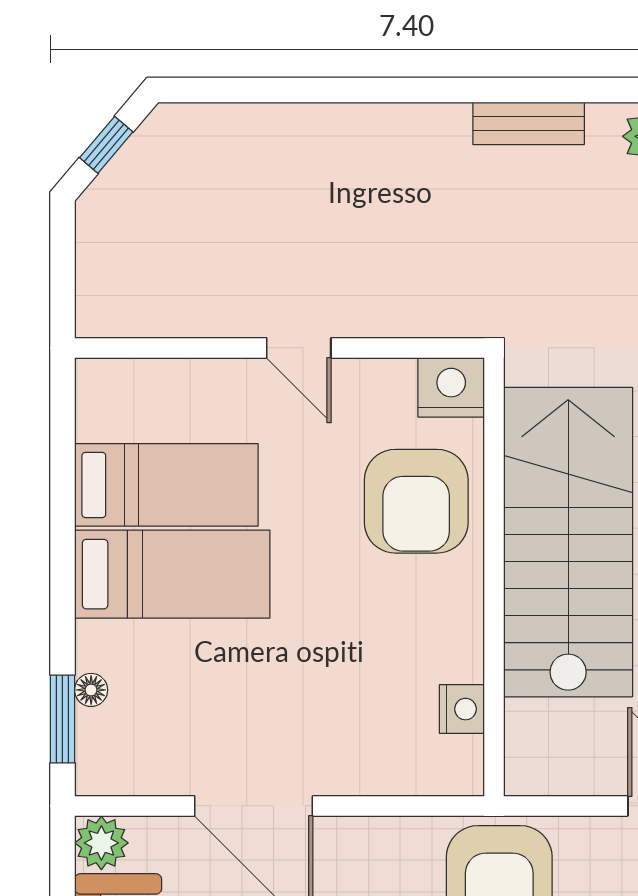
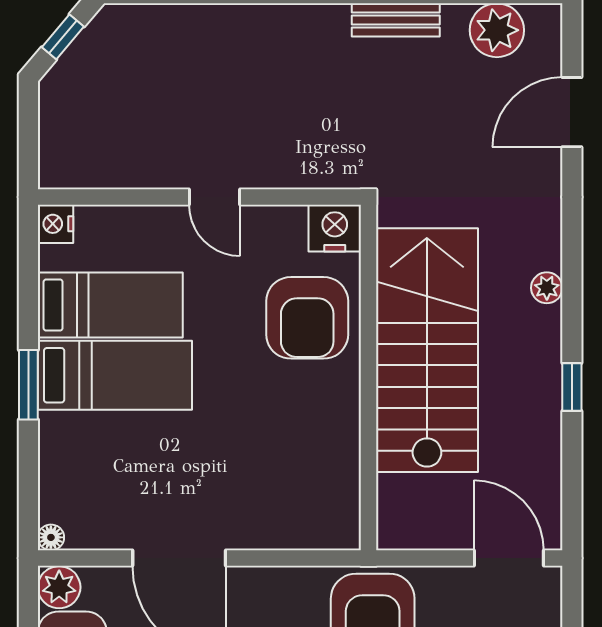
floor lamp: (91, 690) -> (51, 537), moved
nightstand: (462, 709) -> (56, 224), moved, turned 180
window: (62, 719) -> (28, 385), moved

